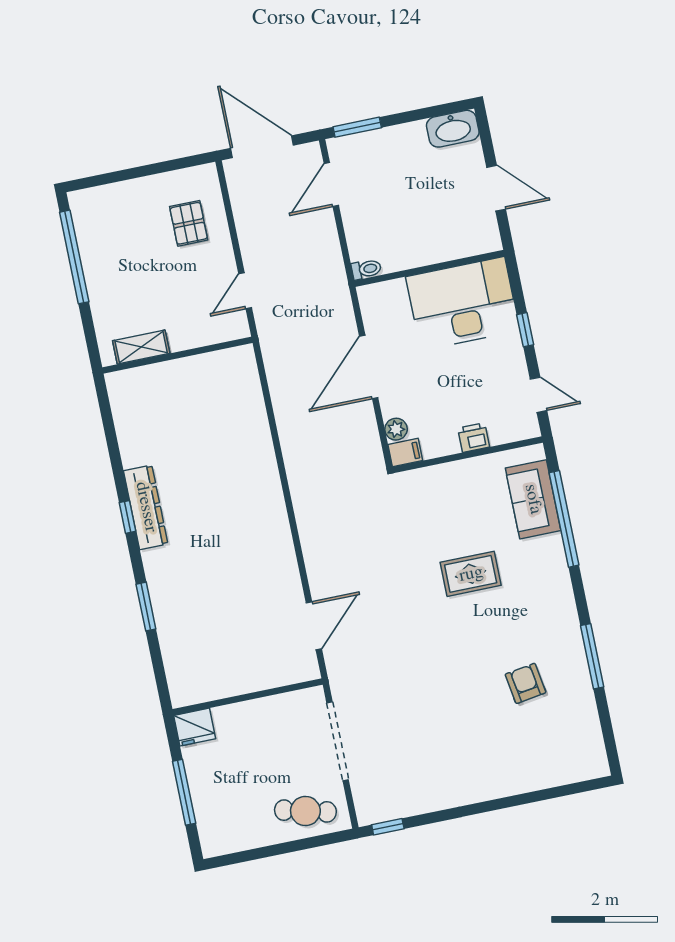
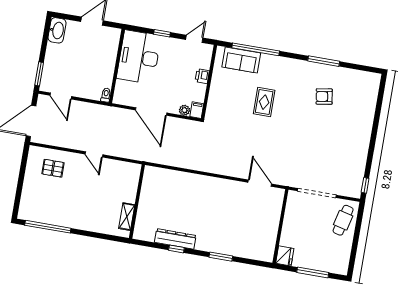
shelving: (141, 347) -> (127, 217), moved
wall: (177, 355) -> (137, 201), moved

